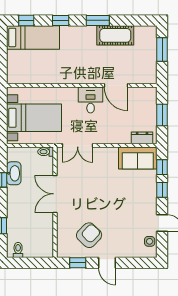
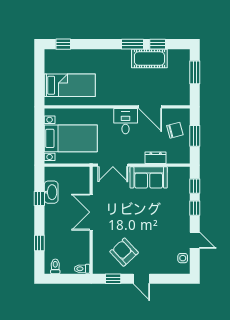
window: (61, 20) -> (158, 44), moved
bed: (33, 37) -> (70, 85), moved
chair: (141, 109) -> (175, 130), added
dresser: (142, 138) -> (156, 158), moved
toilet: (46, 152) -> (82, 269), moved
sofa: (138, 158) -> (149, 177), moved
armchair: (89, 235) -> (124, 252), turned -87

